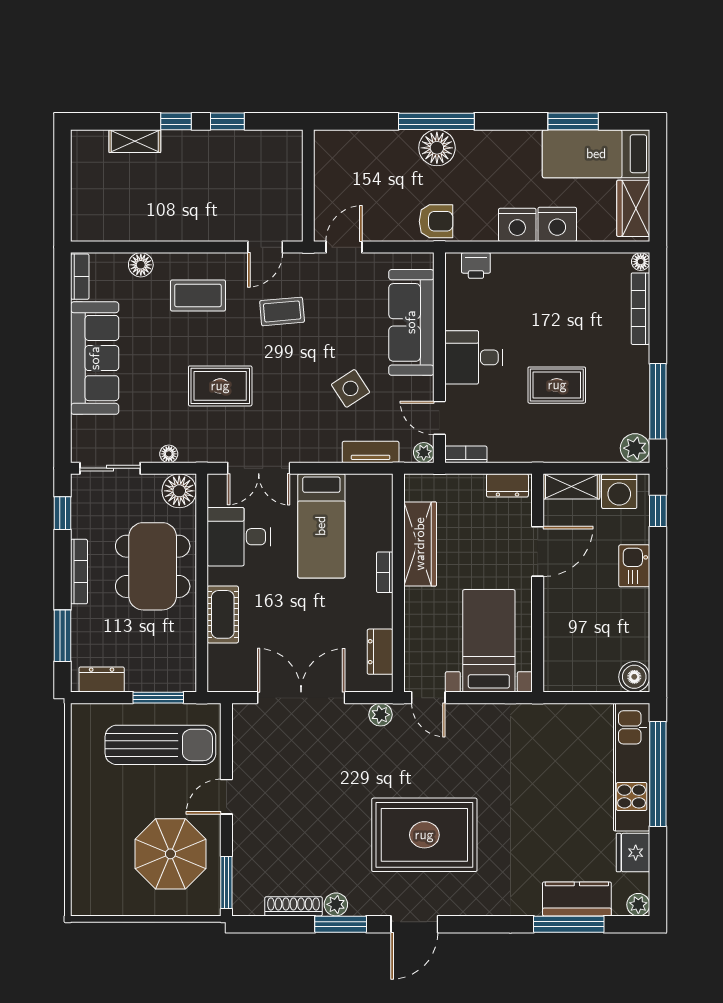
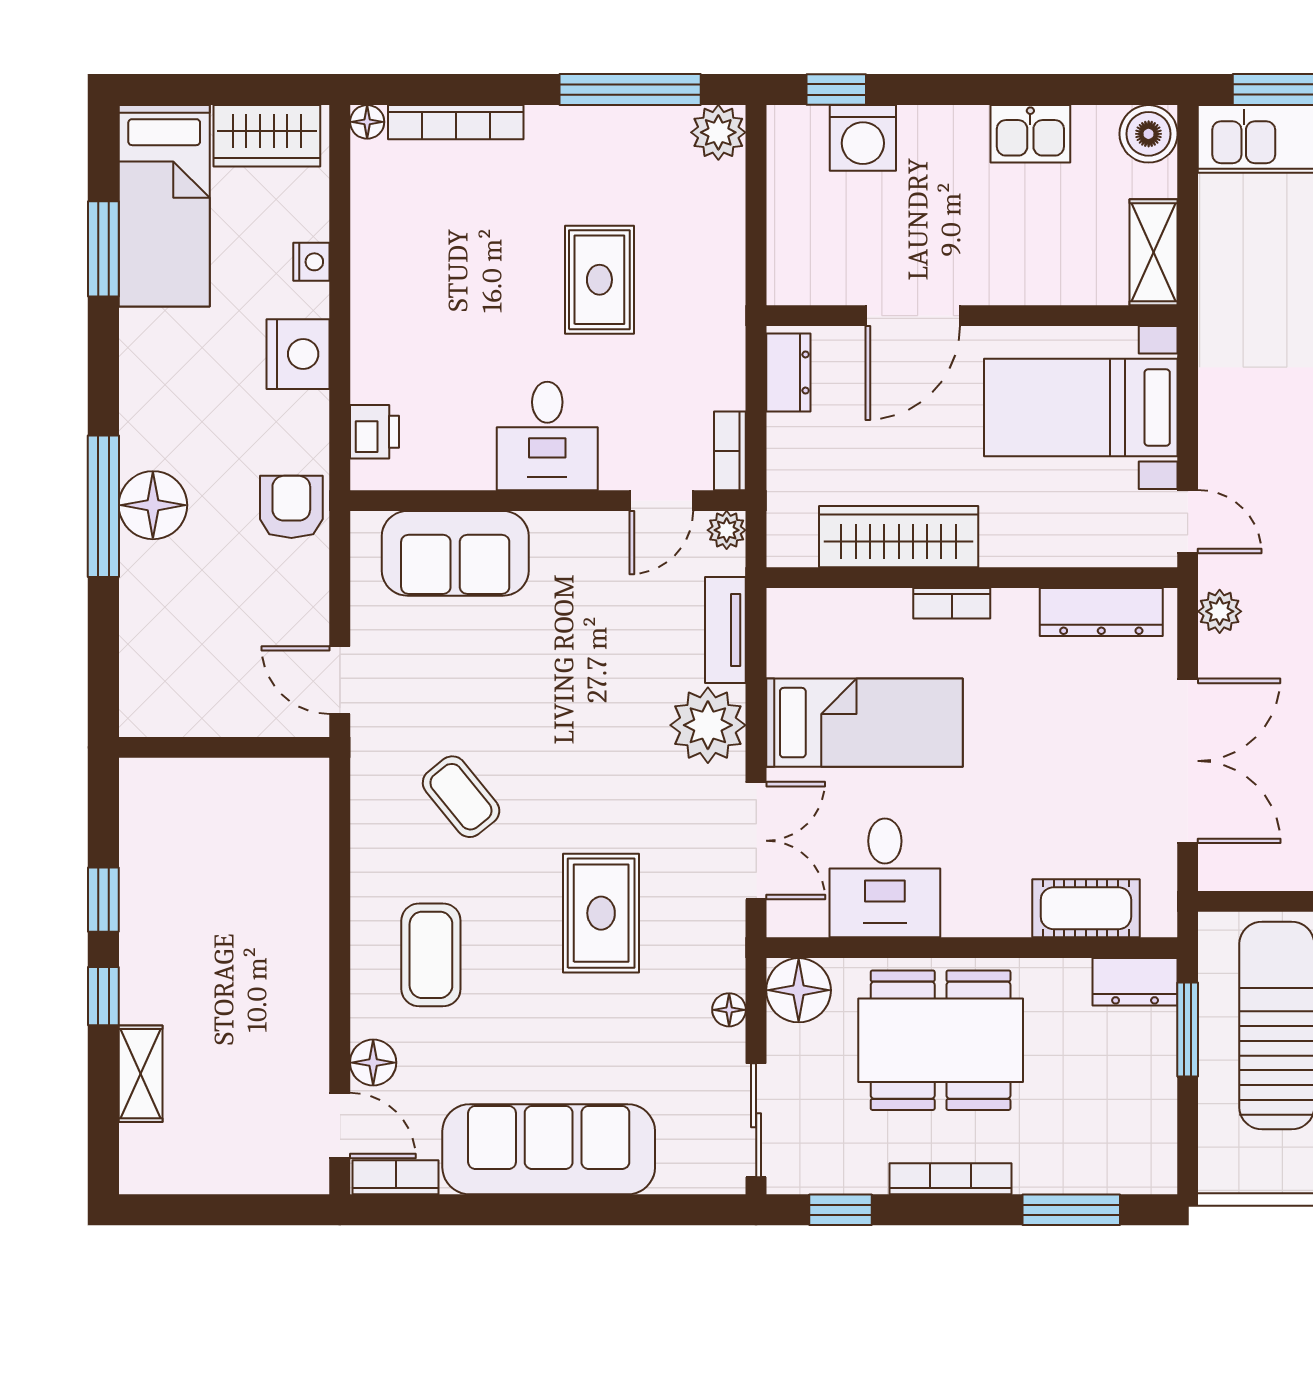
nightstand: (557, 224) -> (311, 262), width x0.53, depth x0.56
door: (265, 247) -> (340, 1126), moved
coffee table: (282, 311) -> (461, 797), turned -34
sofa: (411, 322) -> (455, 553), width x0.73
side table: (350, 388) -> (606, 668), removed
plant: (320, 443) -> (708, 725), added
shelving: (571, 486) -> (1154, 252), moved
washing machine: (619, 491) -> (863, 138), moved, turned 90
door: (538, 551) -> (913, 316), swing flipped
kitchen sink: (634, 566) -> (1030, 134), moved
cot: (223, 614) -> (1086, 908), moved
dresser: (380, 652) -> (1101, 612), width x1.44
dresser: (102, 679) -> (1135, 982), moved, turned -90
double door: (301, 698) -> (1188, 761), swing flipped
door: (428, 698) -> (1188, 522), hinge flipped

